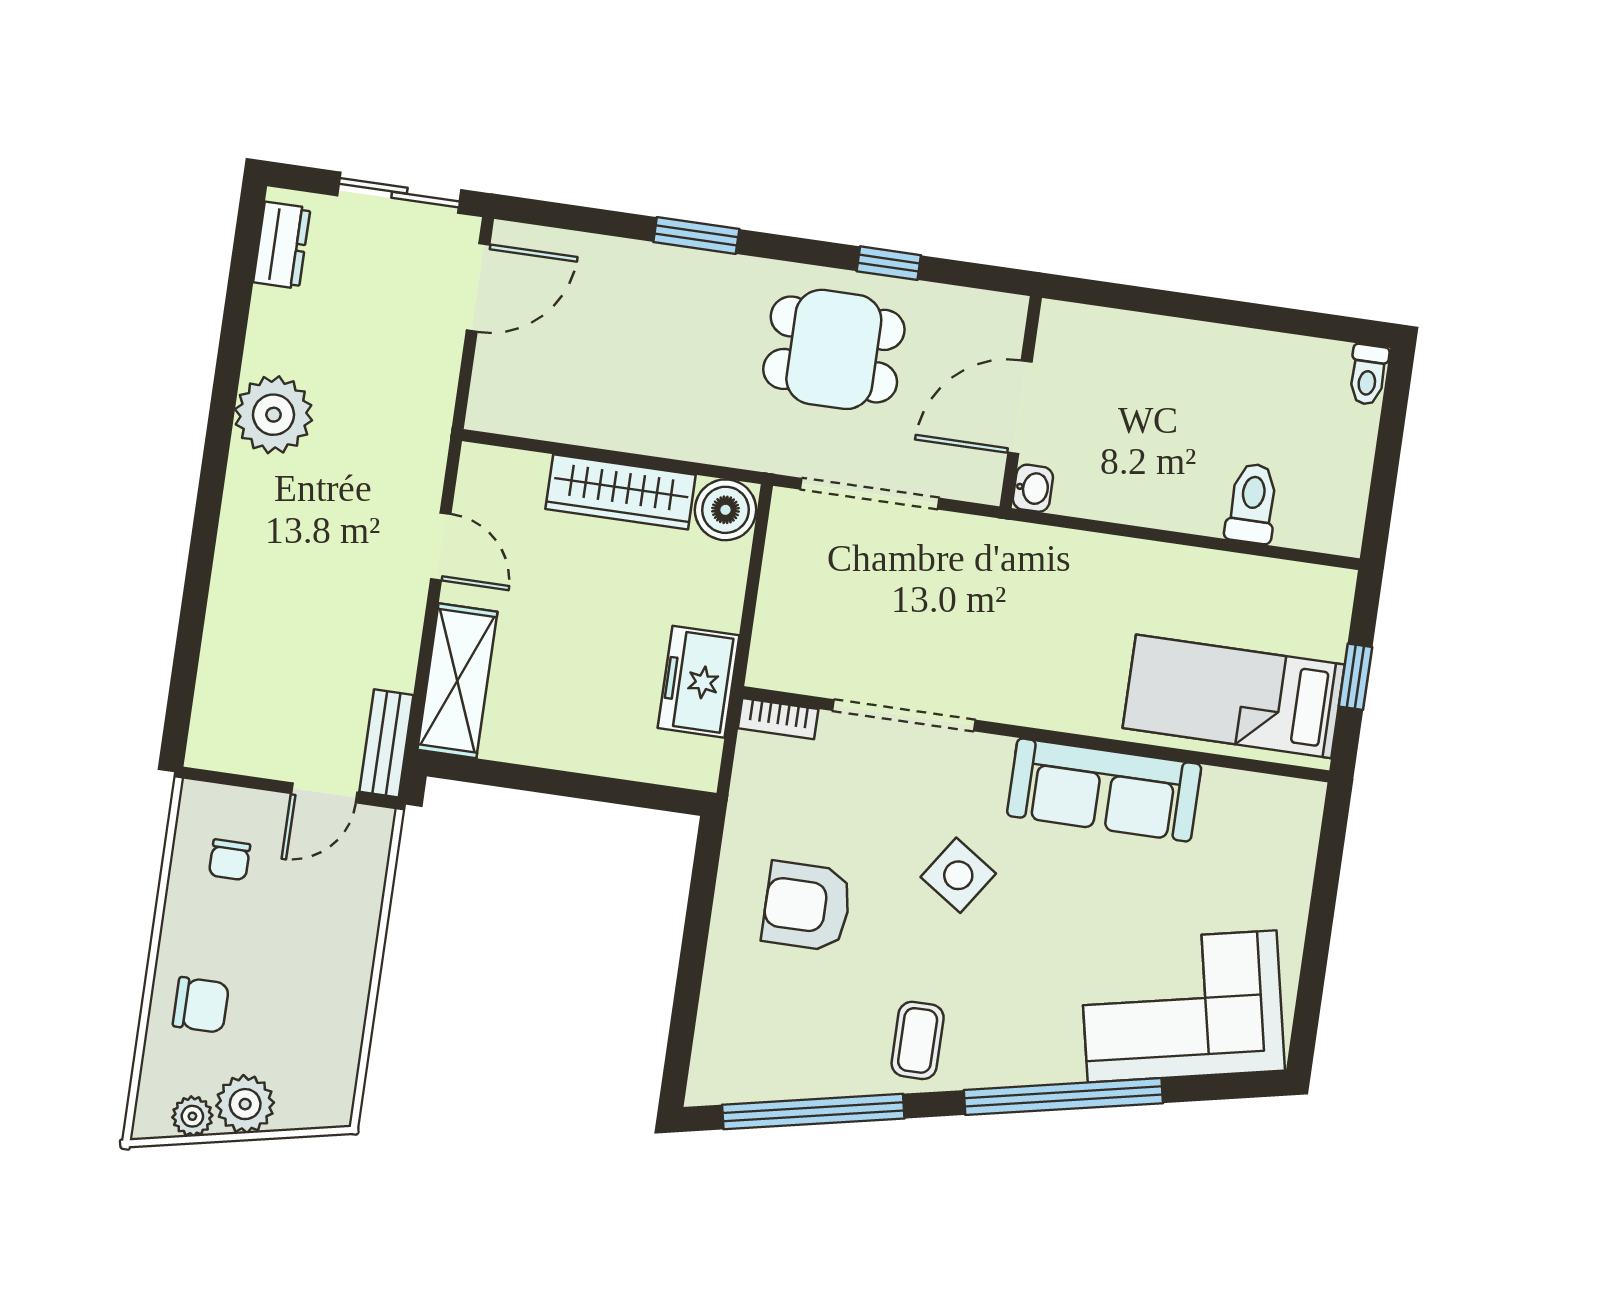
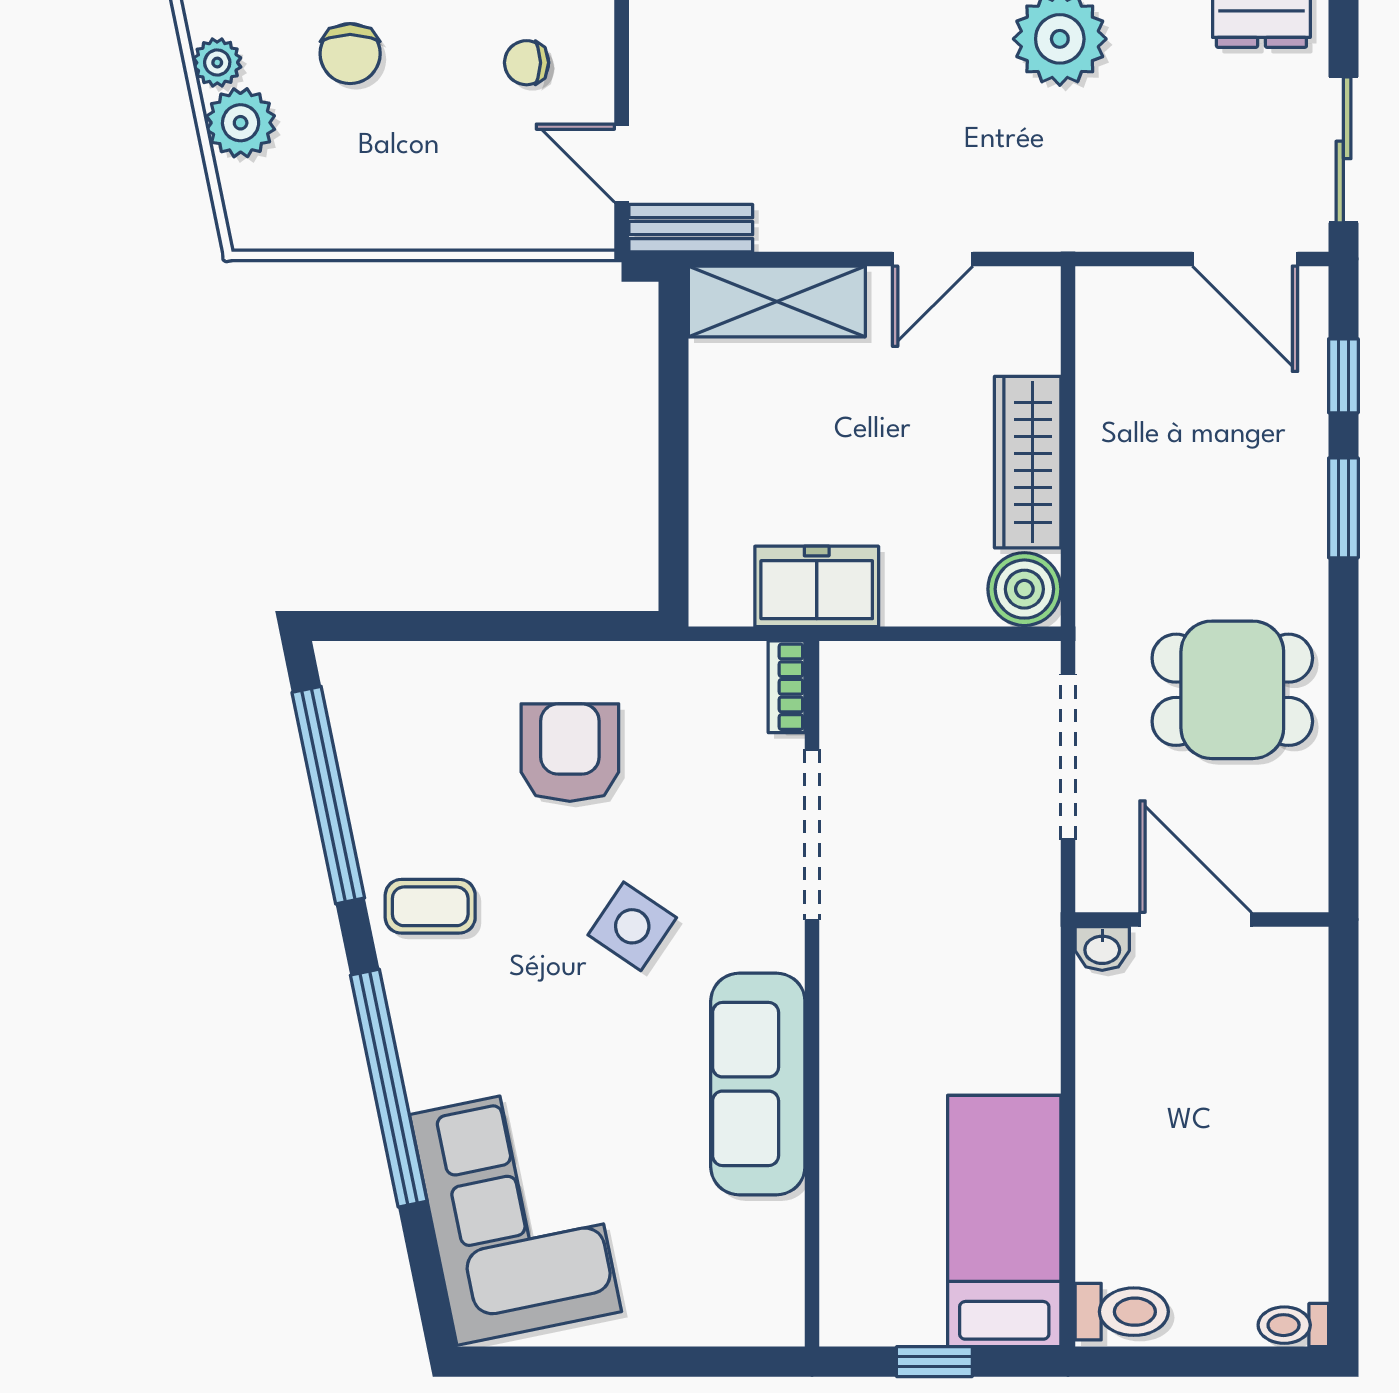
window: (889, 263) -> (1343, 376), moved
dining table: (834, 349) -> (1232, 690), turned 90
toilet: (1252, 503) -> (1122, 1312), moved
bed: (1234, 696) -> (1004, 1221), moved

